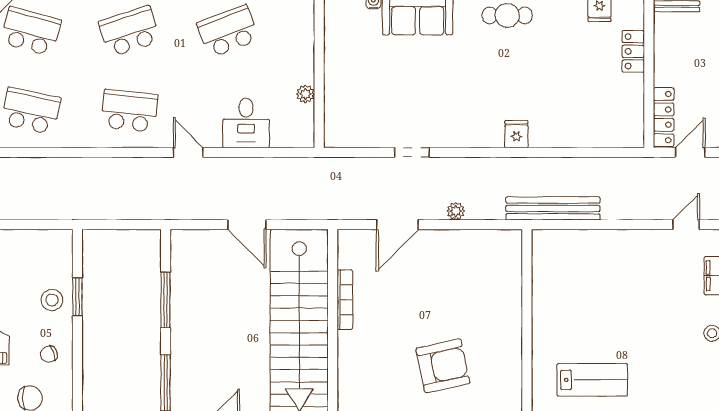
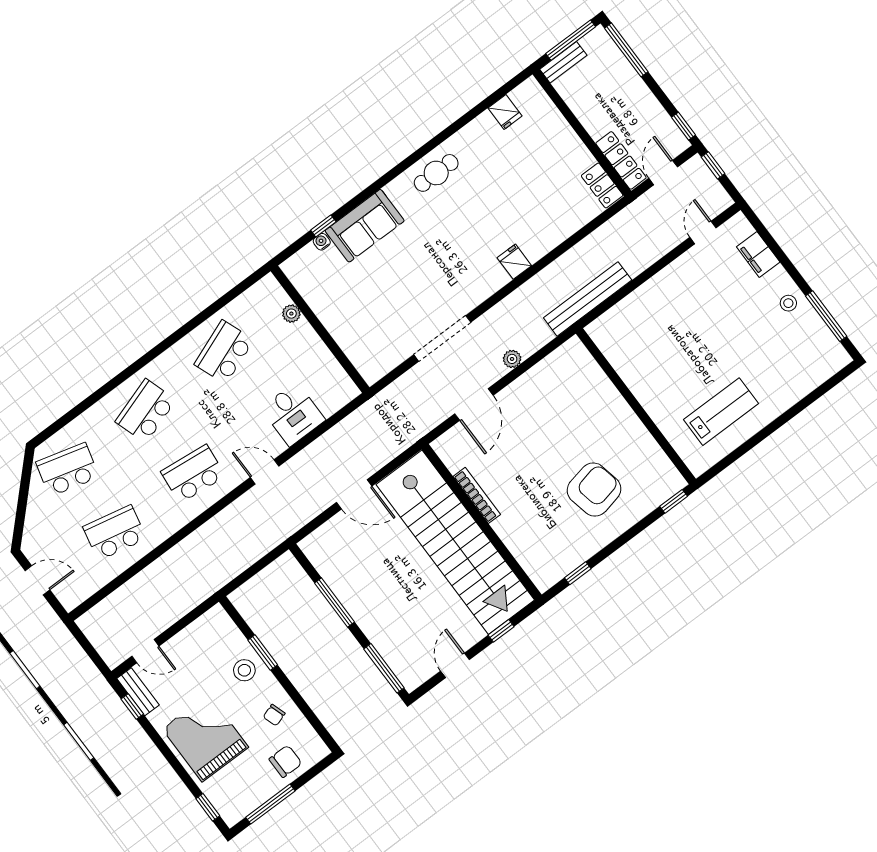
locker: (633, 51) -> (602, 185), moved
plant: (306, 94) -> (291, 314), moved
doorway: (412, 152) -> (442, 338), width x1.88

